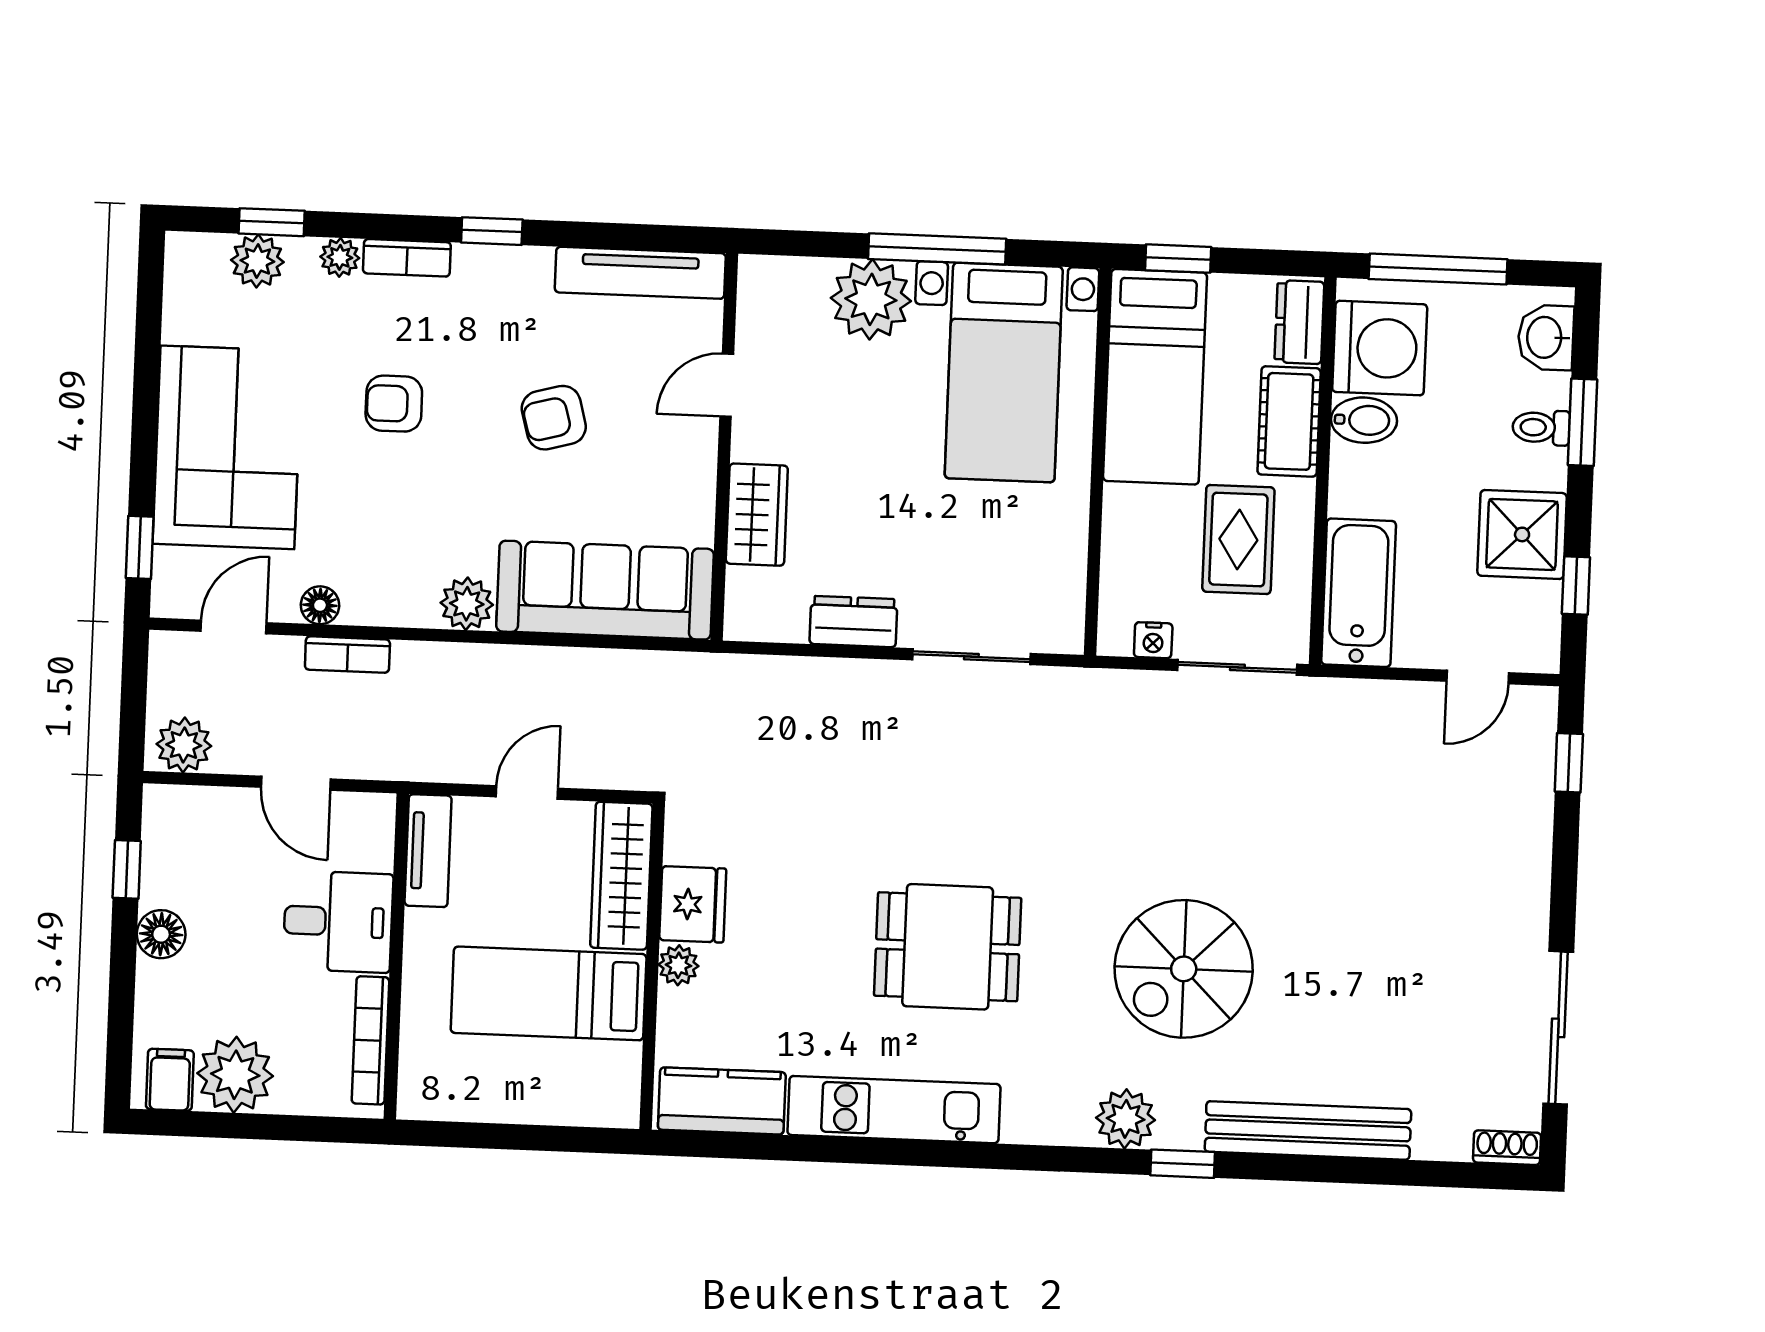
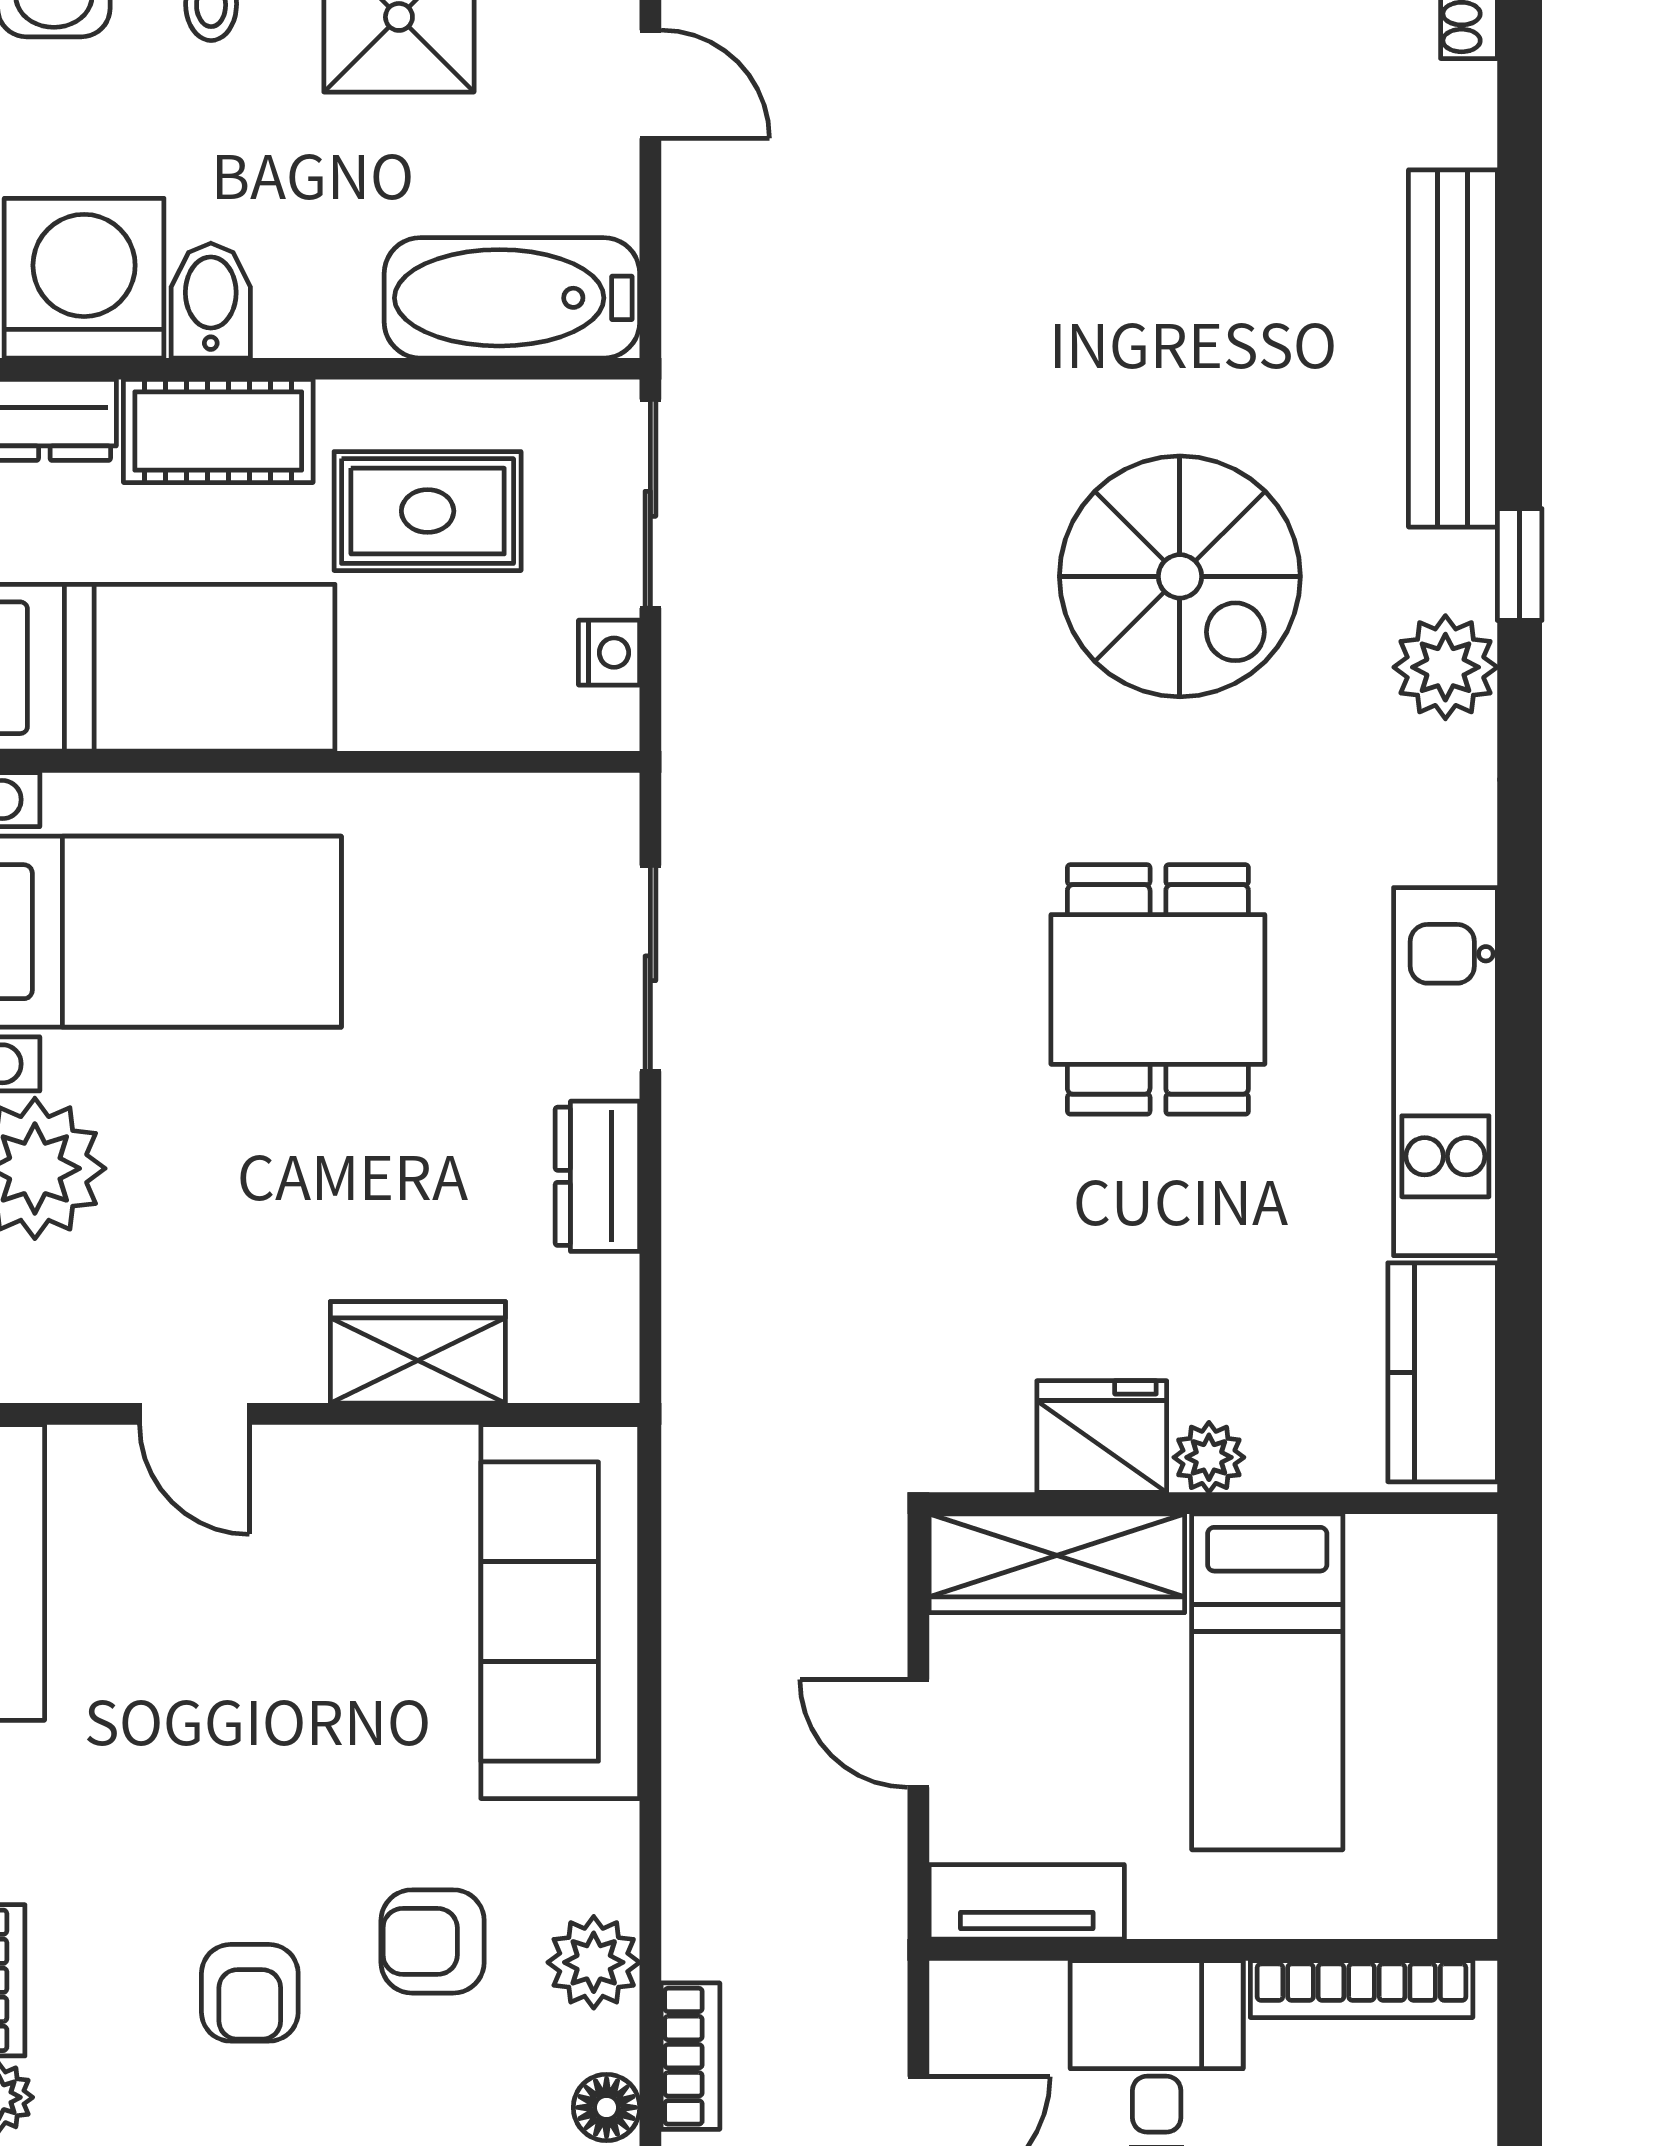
armchair: (554, 418) -> (433, 1941), moved, turned 105
plant: (467, 604) -> (594, 1962), moved

